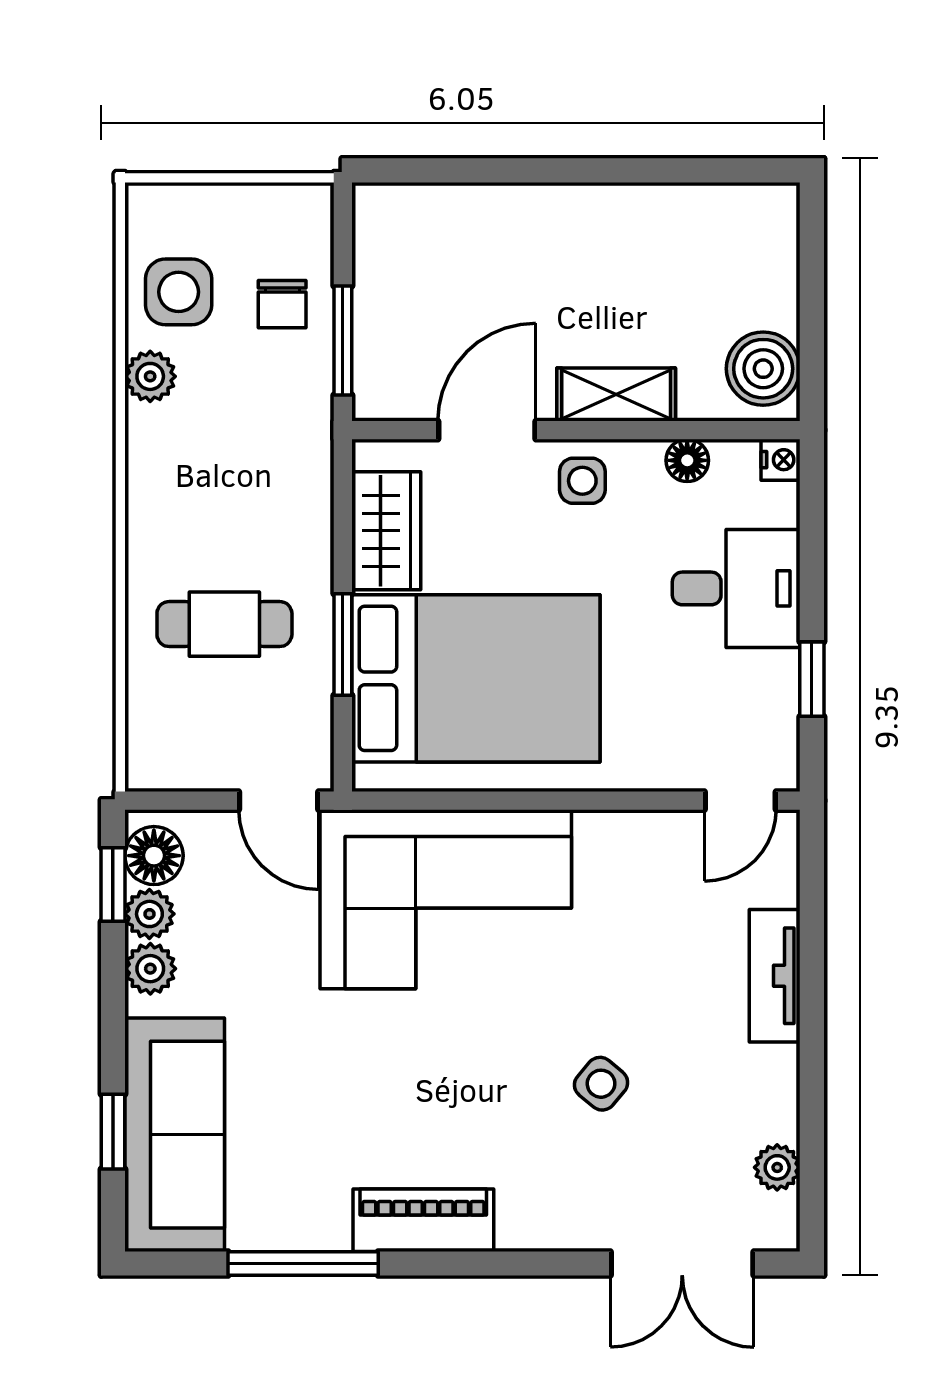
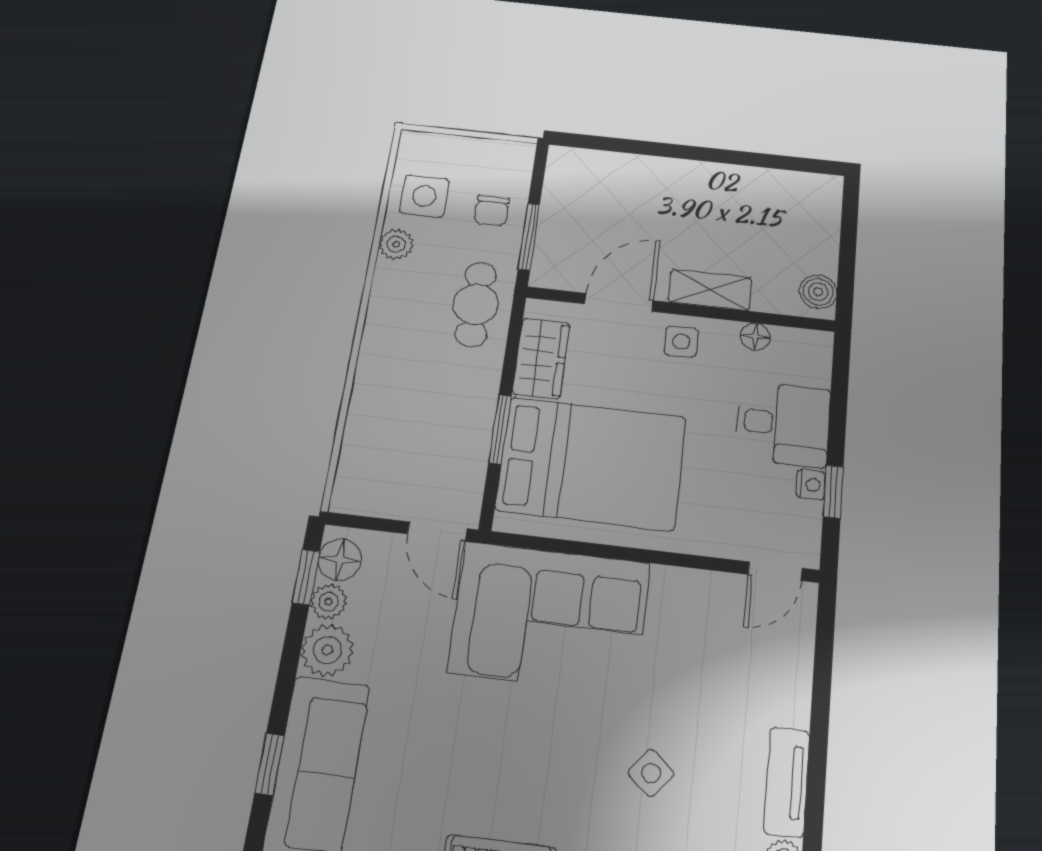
boiler: (763, 369) -> (818, 292), width x0.73, depth x0.73
nightstand: (781, 460) -> (811, 485), moved
cafe table: (224, 624) -> (476, 304), moved, turned 90
plant: (150, 969) -> (327, 650), width x1.38, depth x1.38
tv unit: (775, 976) -> (787, 782), moved

